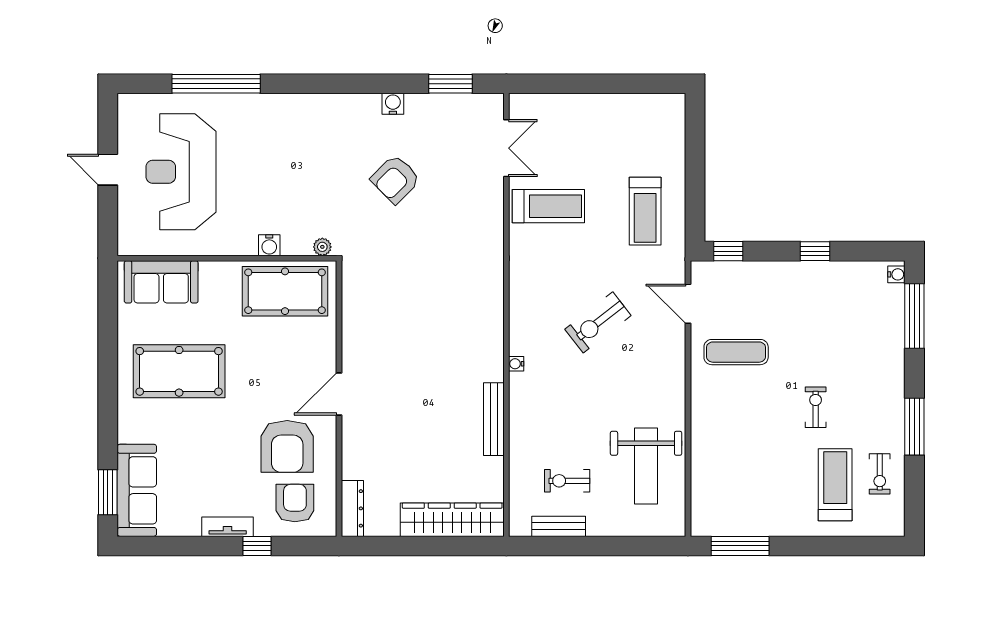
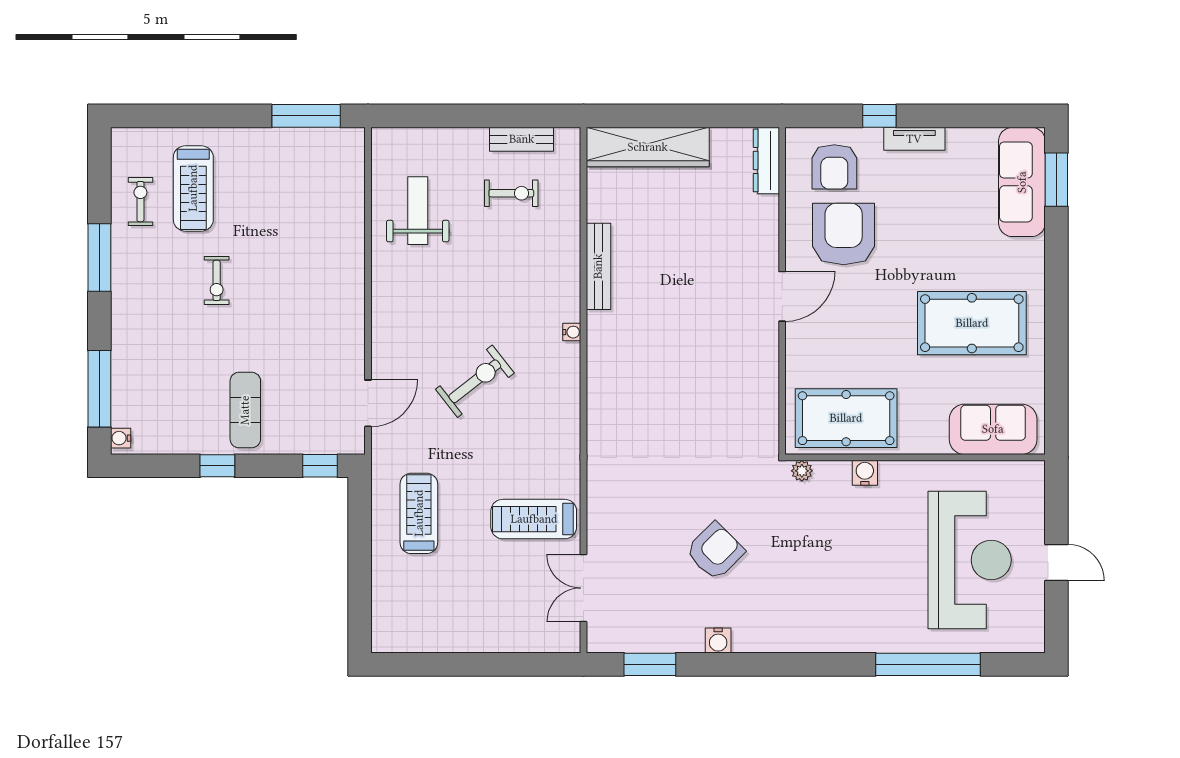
door: (688, 304) -> (368, 403), hinge flipped
exercise mat: (736, 352) -> (245, 410), moved, turned 90
weight bench: (646, 466) -> (418, 211), width x0.73, depth x0.75

